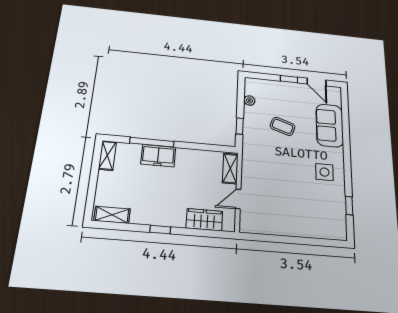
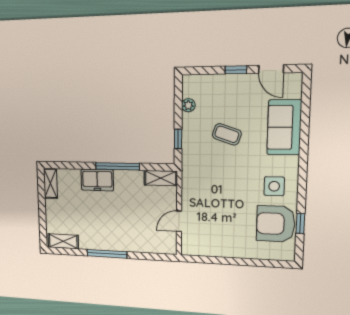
window: (152, 142) -> (117, 166), moved
shelving: (230, 169) -> (161, 178), moved, turned 90
armchair: (328, 205) -> (276, 224), added
wardrobe: (204, 220) -> (147, 243), removed
window: (160, 230) -> (107, 254), width x2.17

